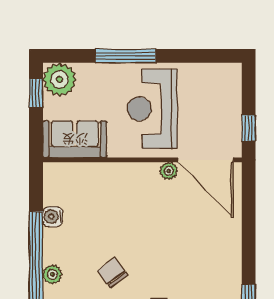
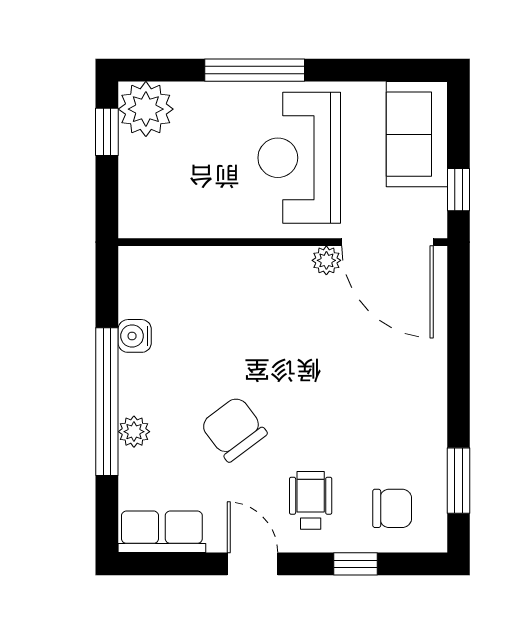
sofa: (75, 139) -> (417, 134), moved, turned -90
chair: (113, 273) -> (234, 429), width x1.37, depth x1.37

